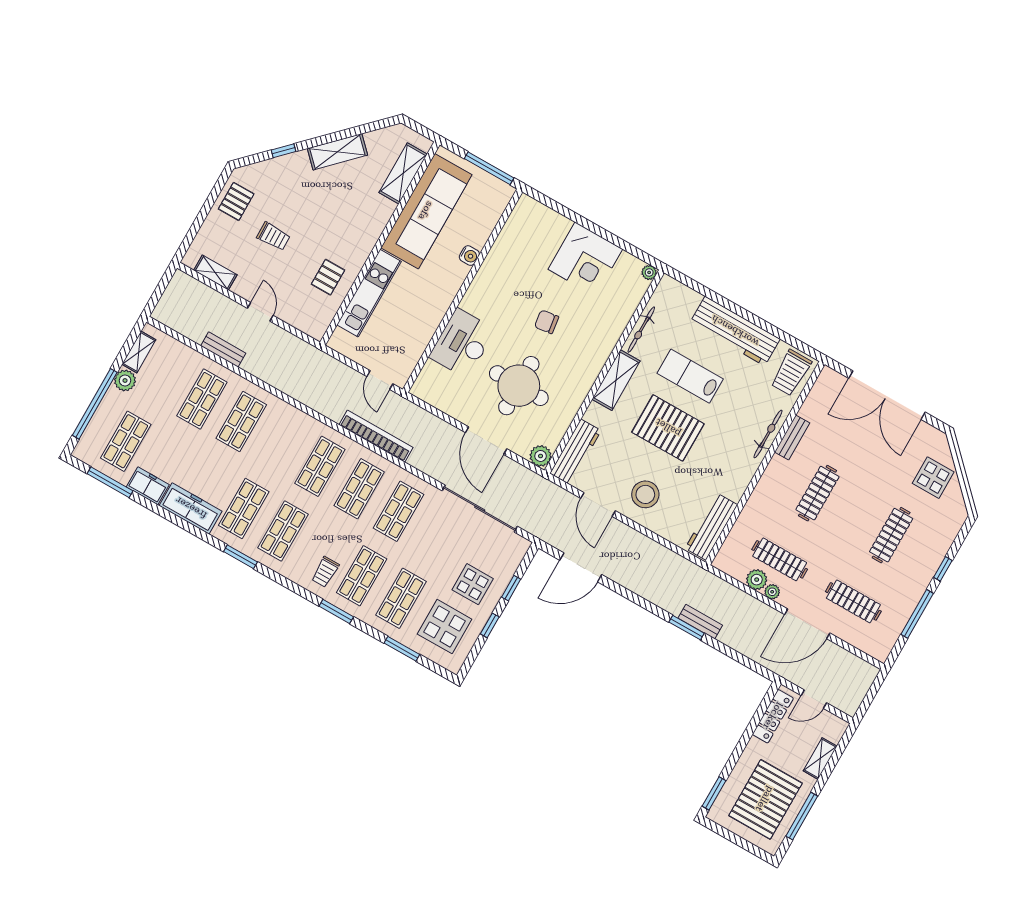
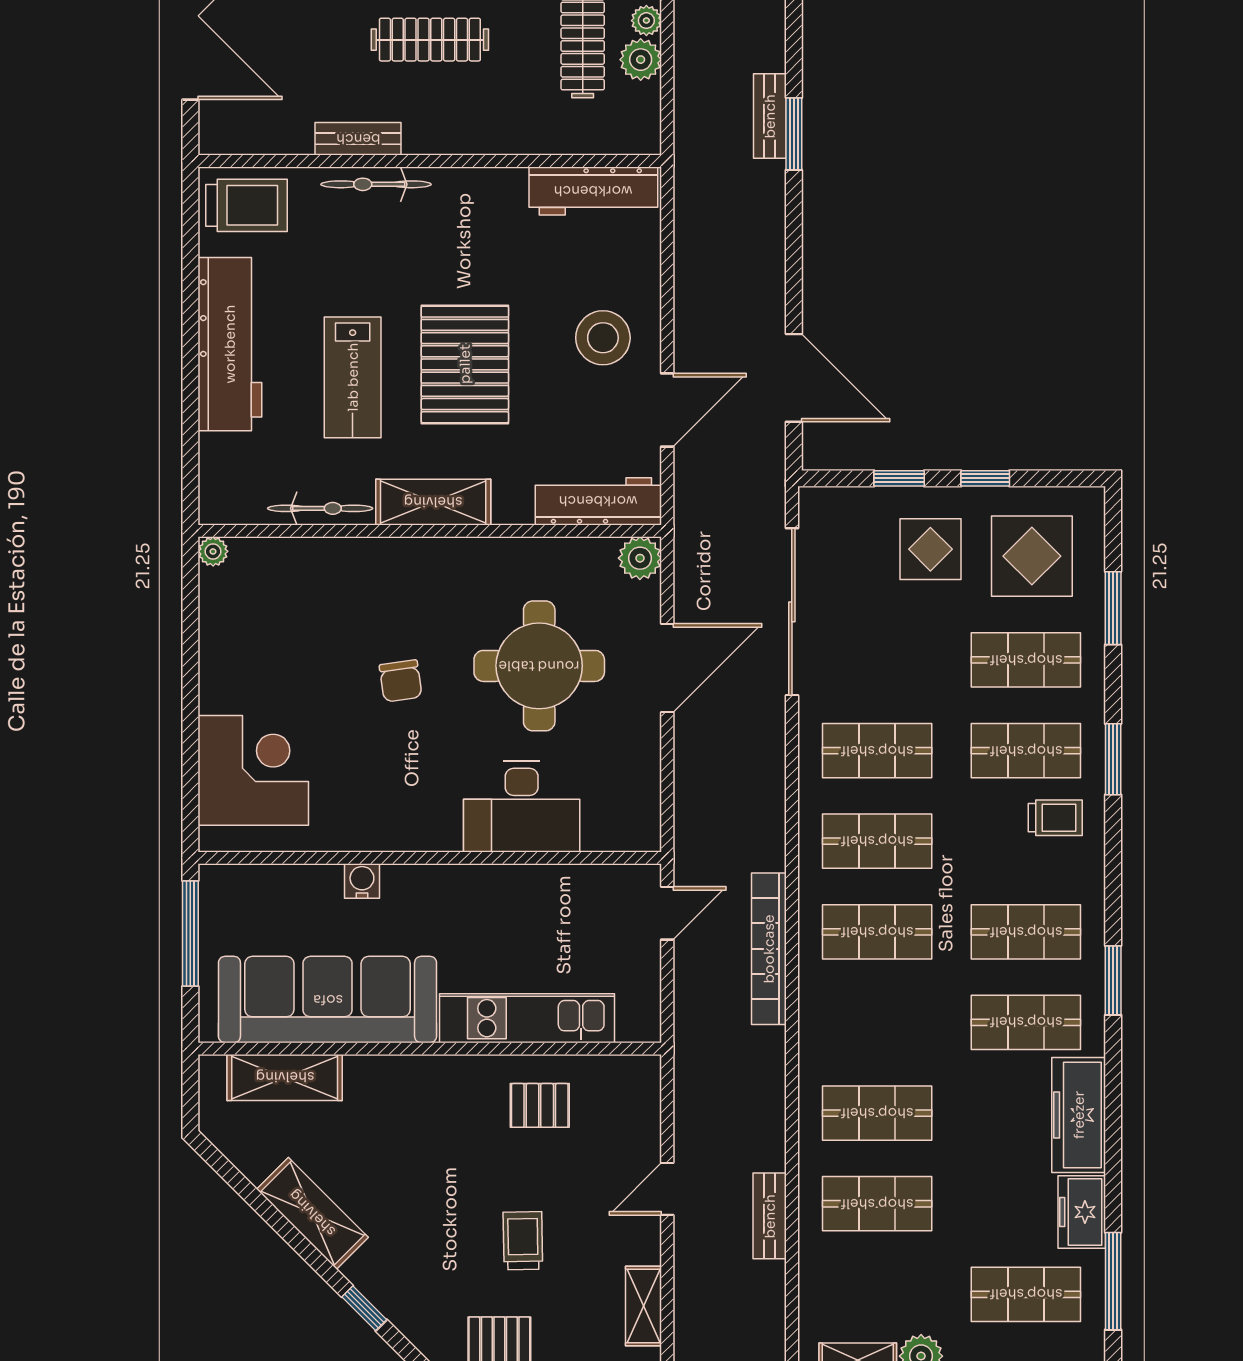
corner desk: (585, 259) -> (253, 770), moved
bookcase: (376, 436) -> (769, 949), moved

